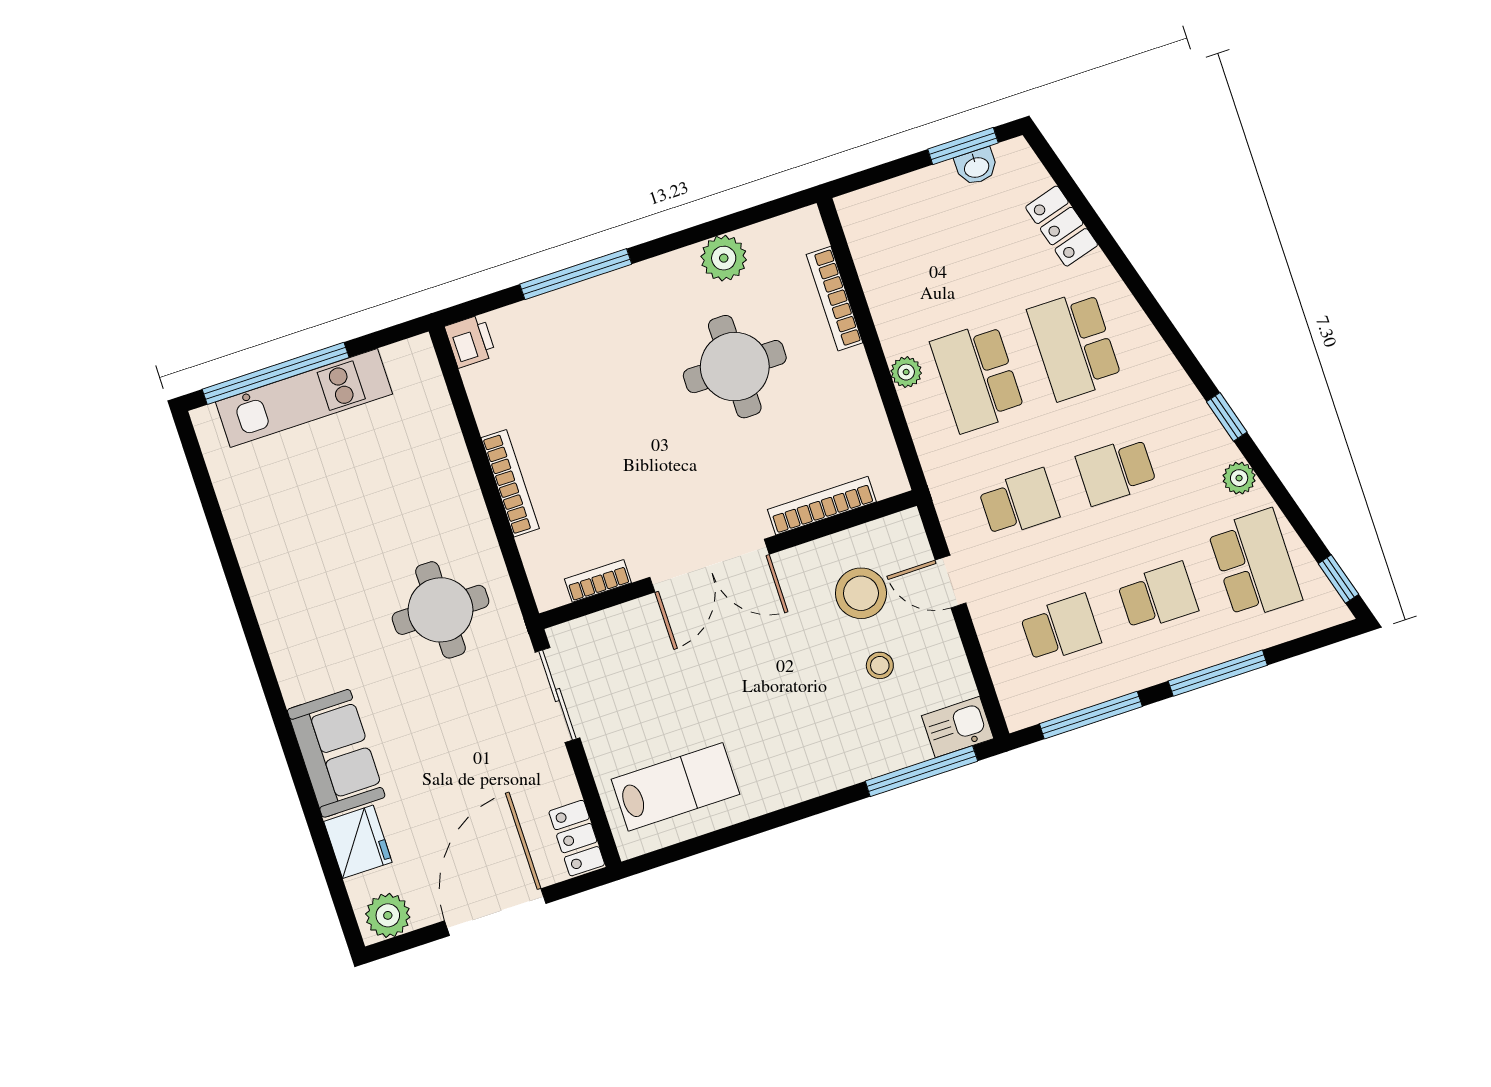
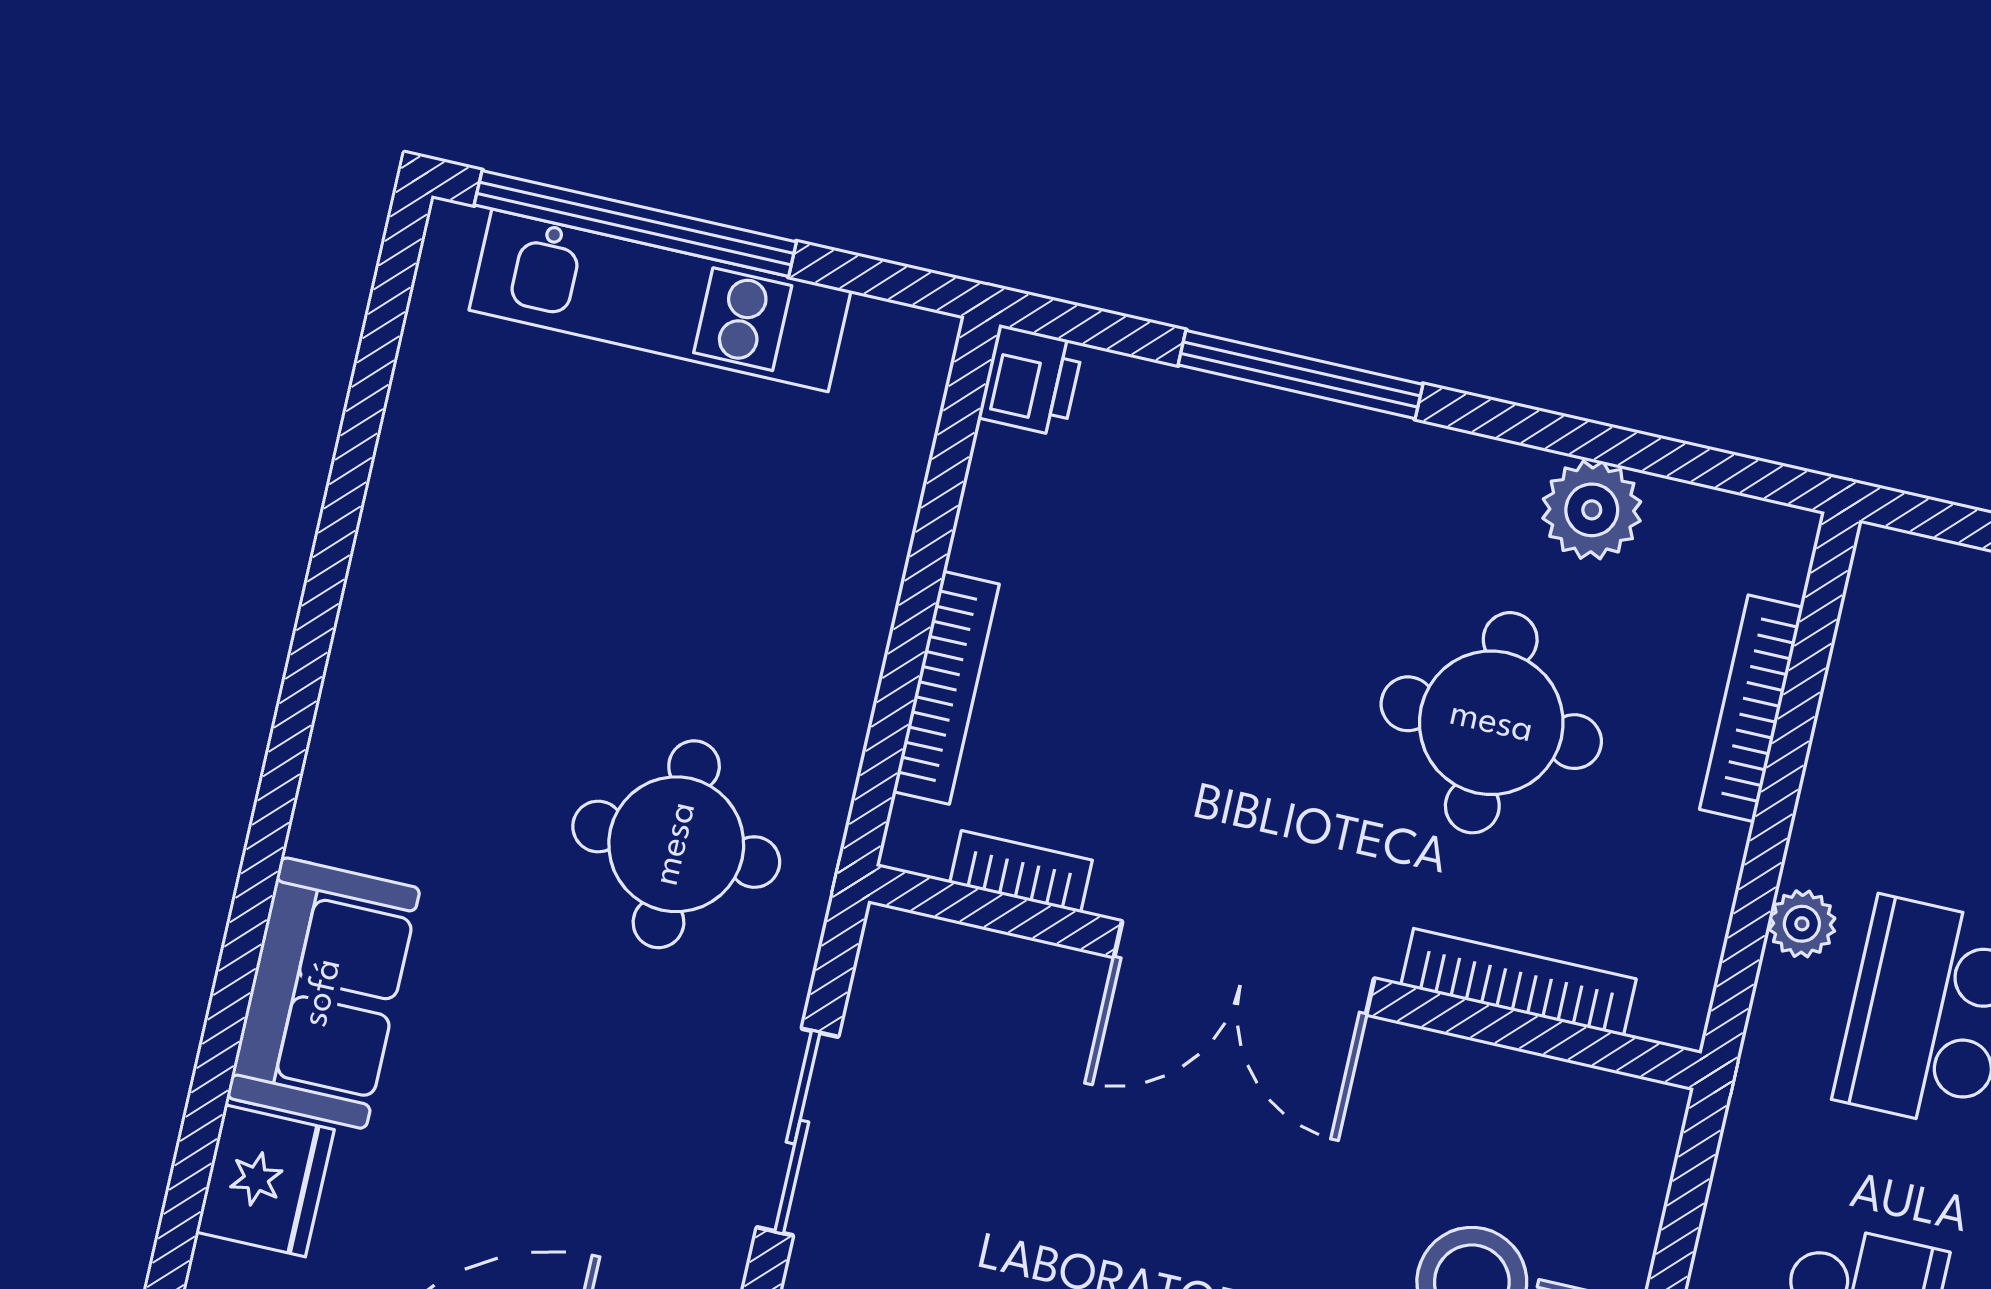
bookcase: (822, 506) -> (1518, 982), moved
wall: (728, 560) -> (1285, 977), moved
double door: (710, 566) -> (1244, 968), moved
bookcase: (598, 581) -> (1021, 872), moved

